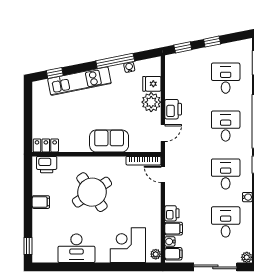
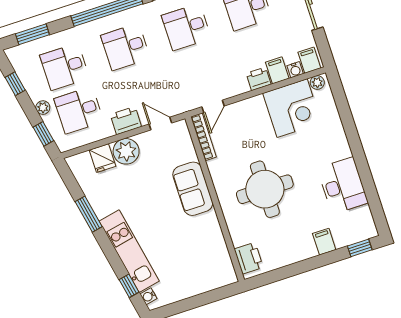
window: (212, 42) -> (15, 84), moved
plant: (202, 53) -> (43, 108), added
window: (115, 61) -> (89, 214), width x0.69
water cooler: (129, 67) -> (149, 296), moved
desk: (191, 78) -> (79, 110), added
locker: (46, 145) -> (225, 267), removed
round table: (92, 192) -> (265, 189), turned 34
filing cabinet: (41, 202) -> (324, 242), moved
corner desk: (128, 245) -> (292, 108), moved, turned -90

